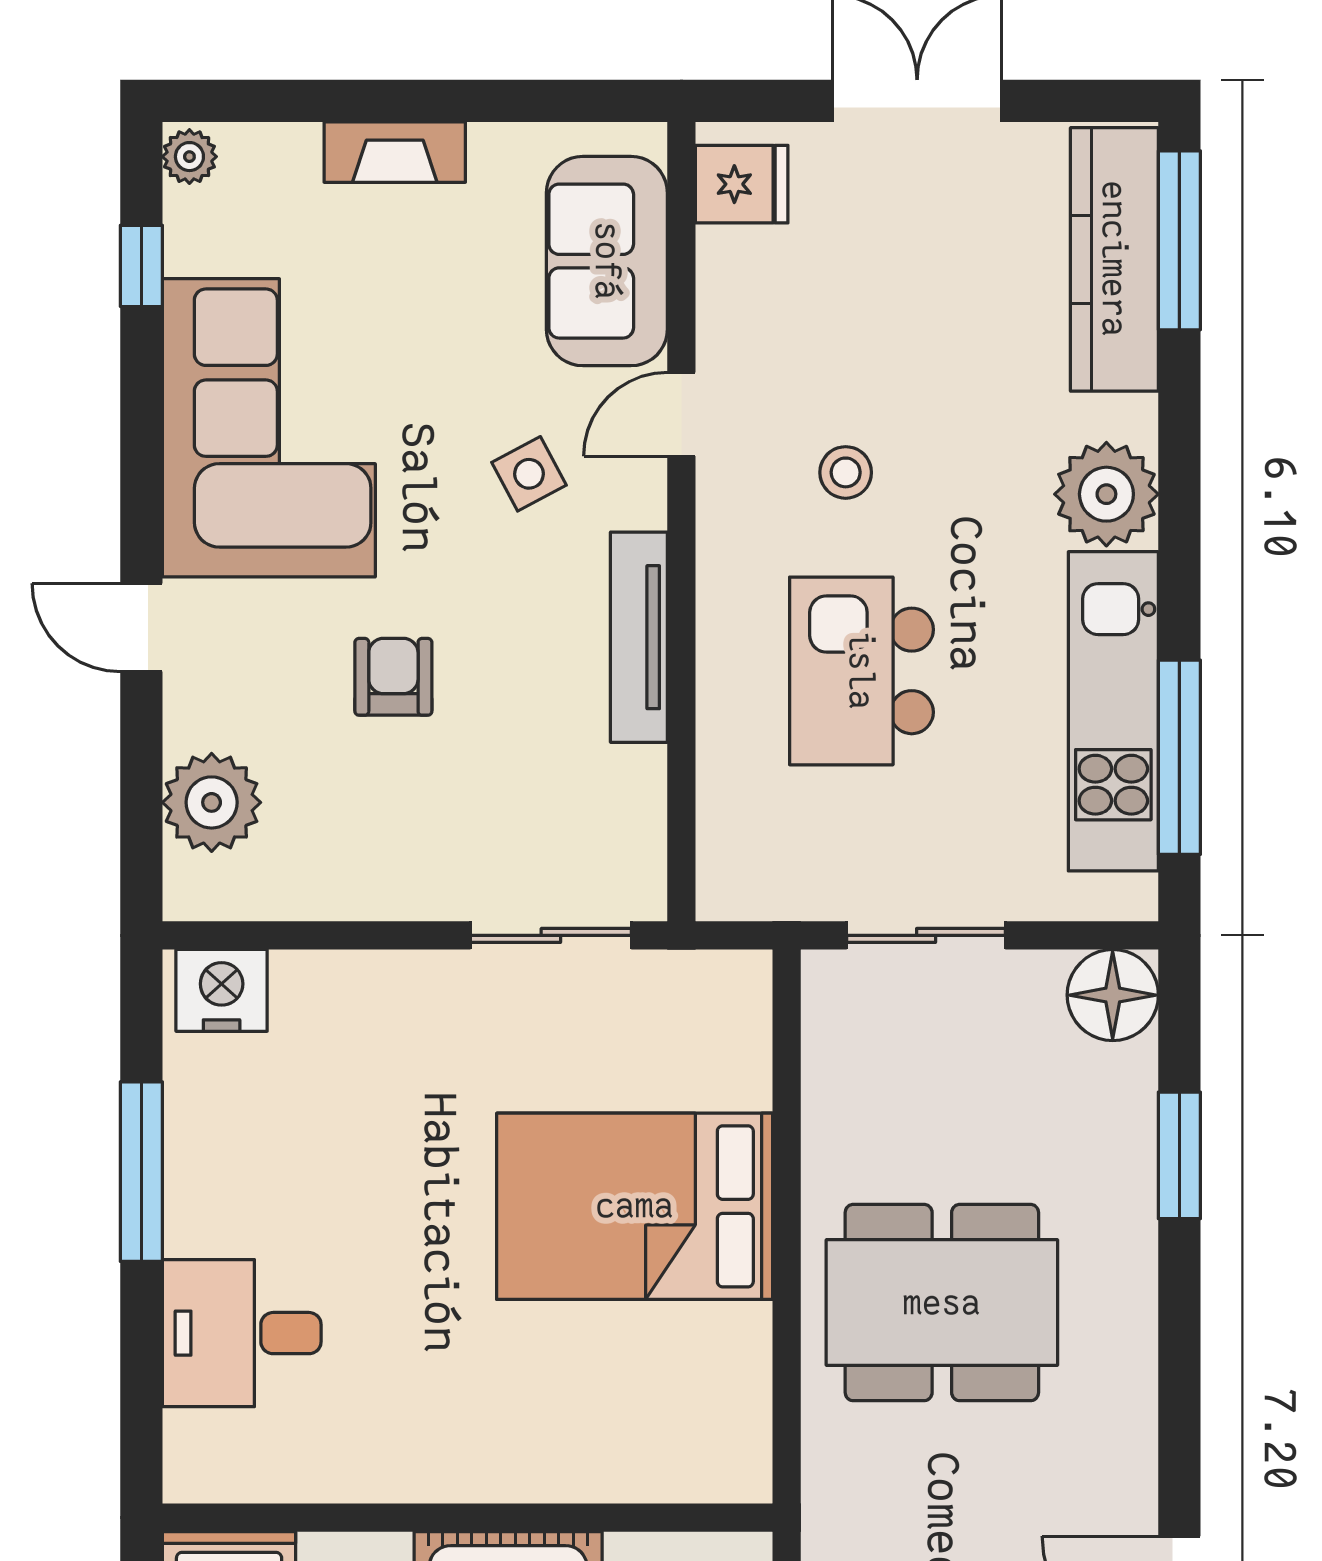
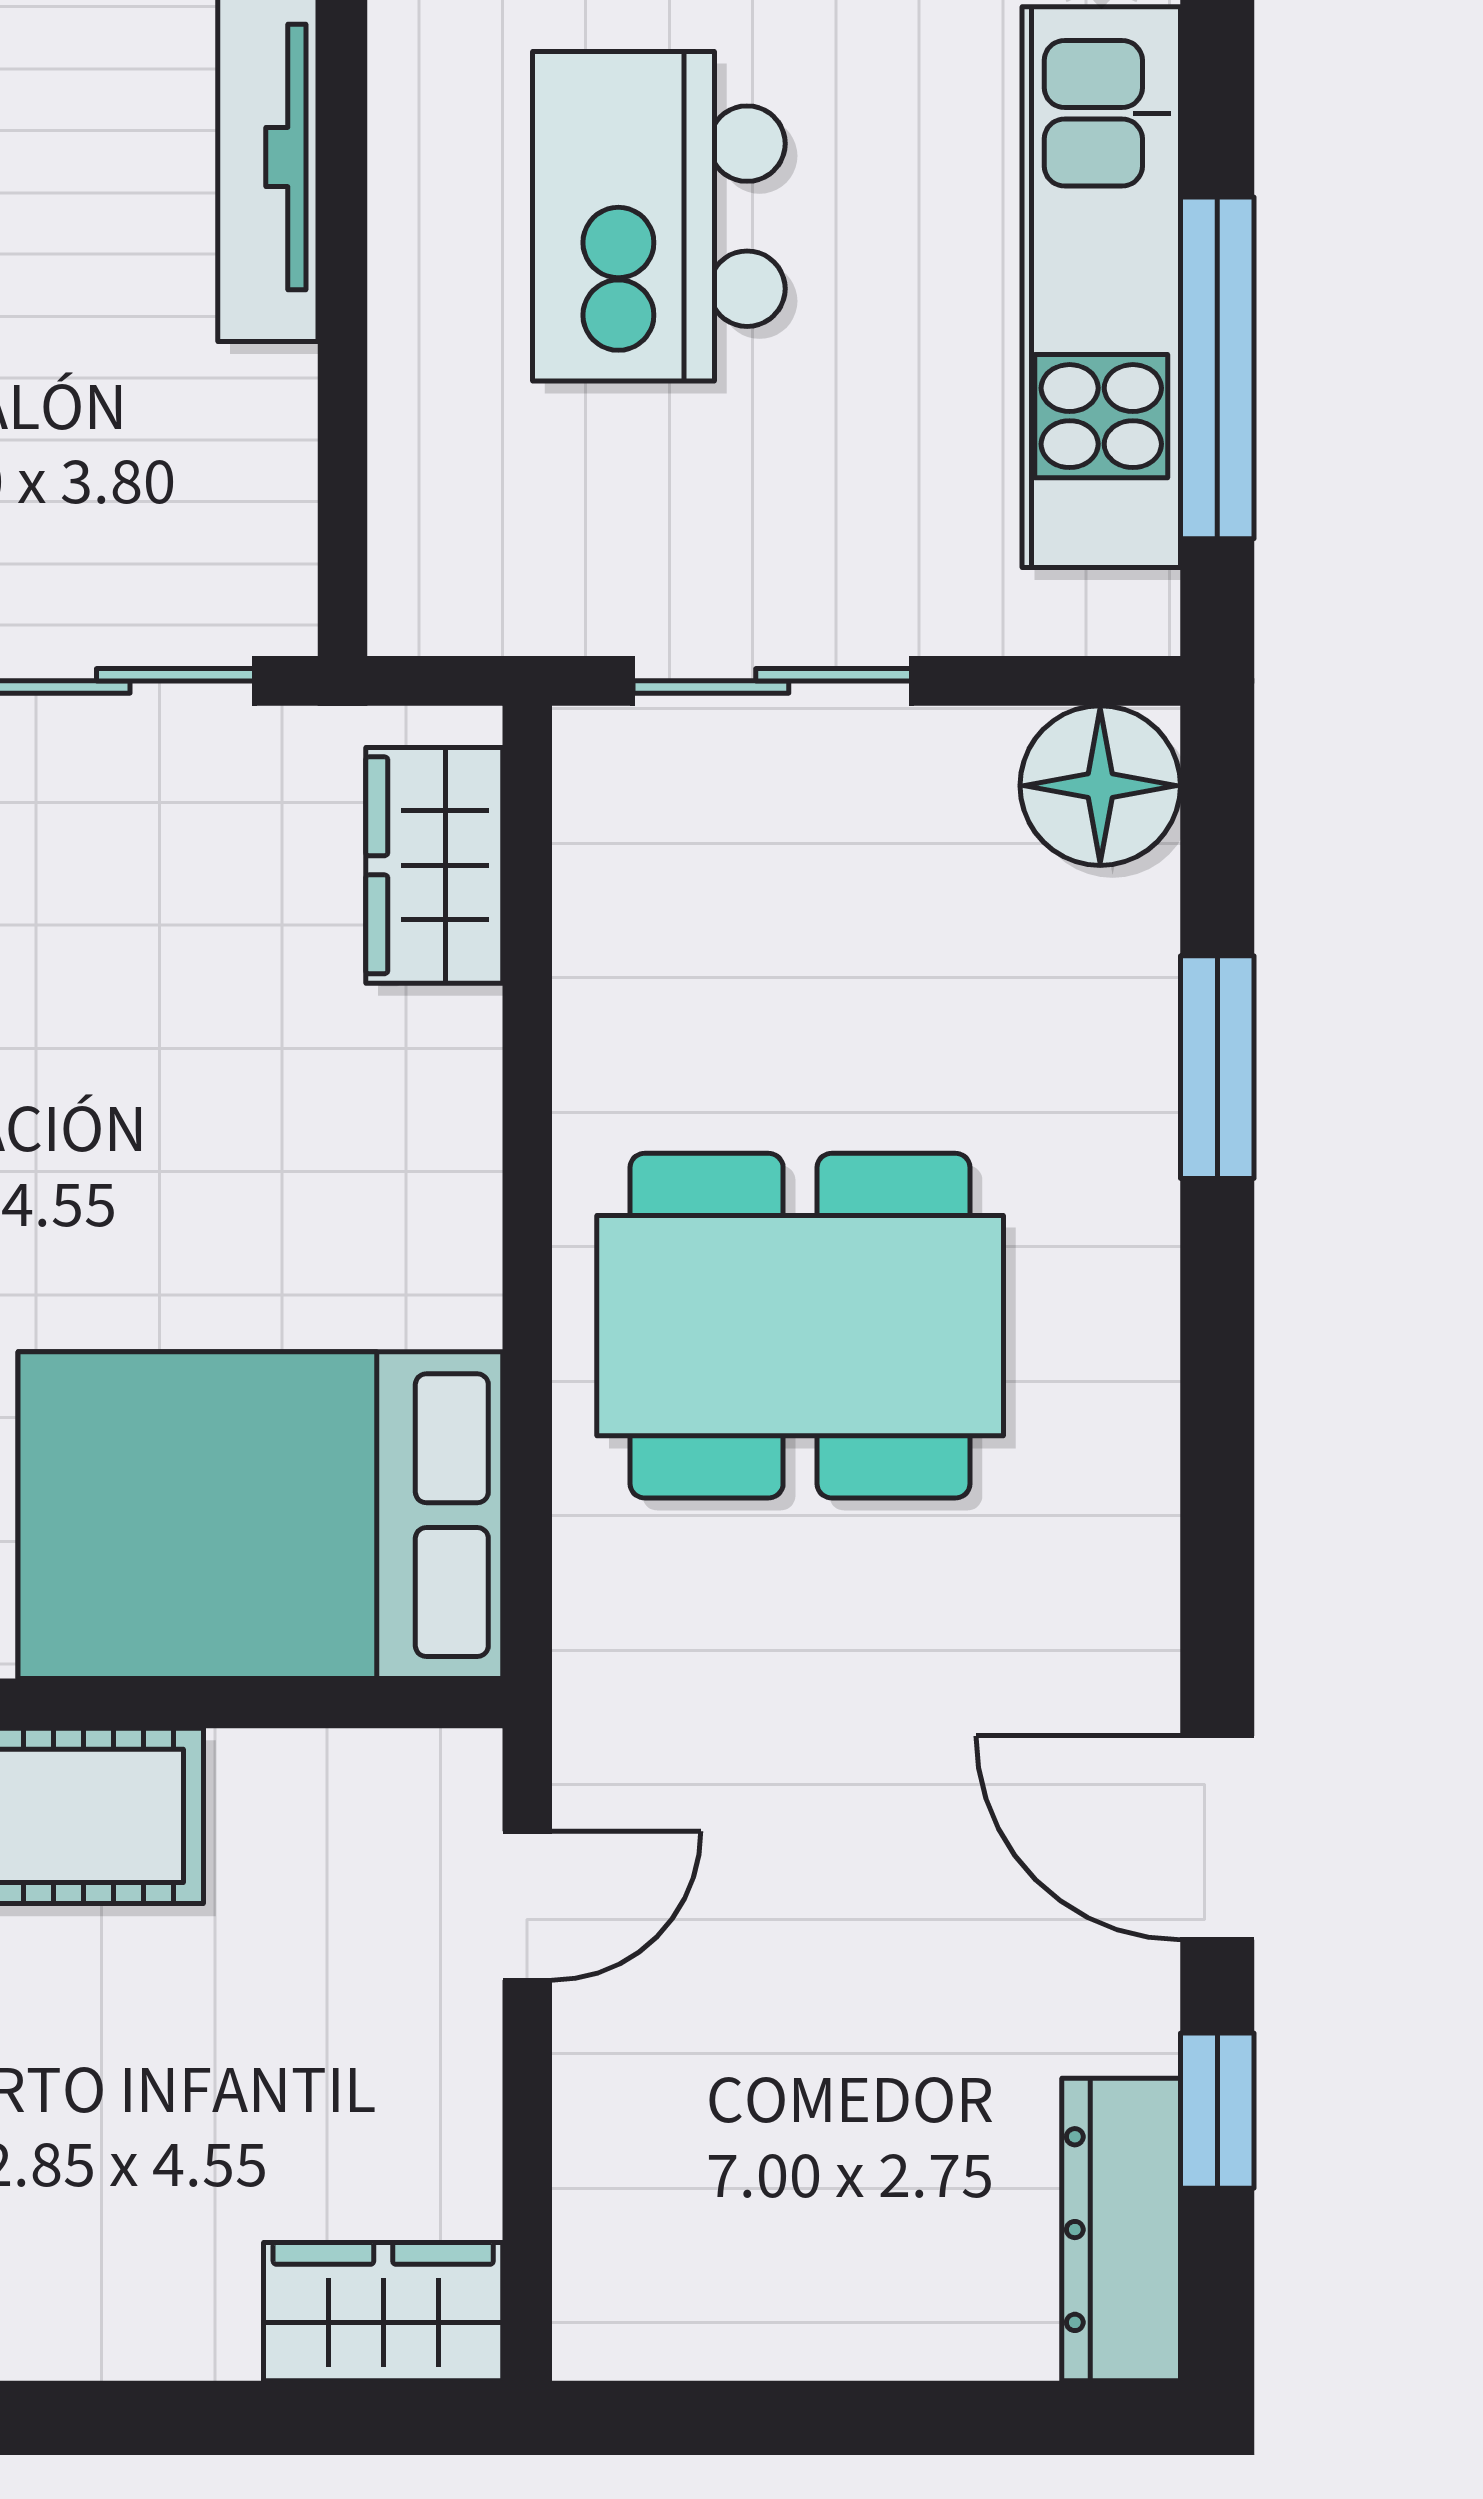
wardrobe: (734, 1040) -> (434, 865), added
bed: (635, 1206) -> (260, 1515), moved

